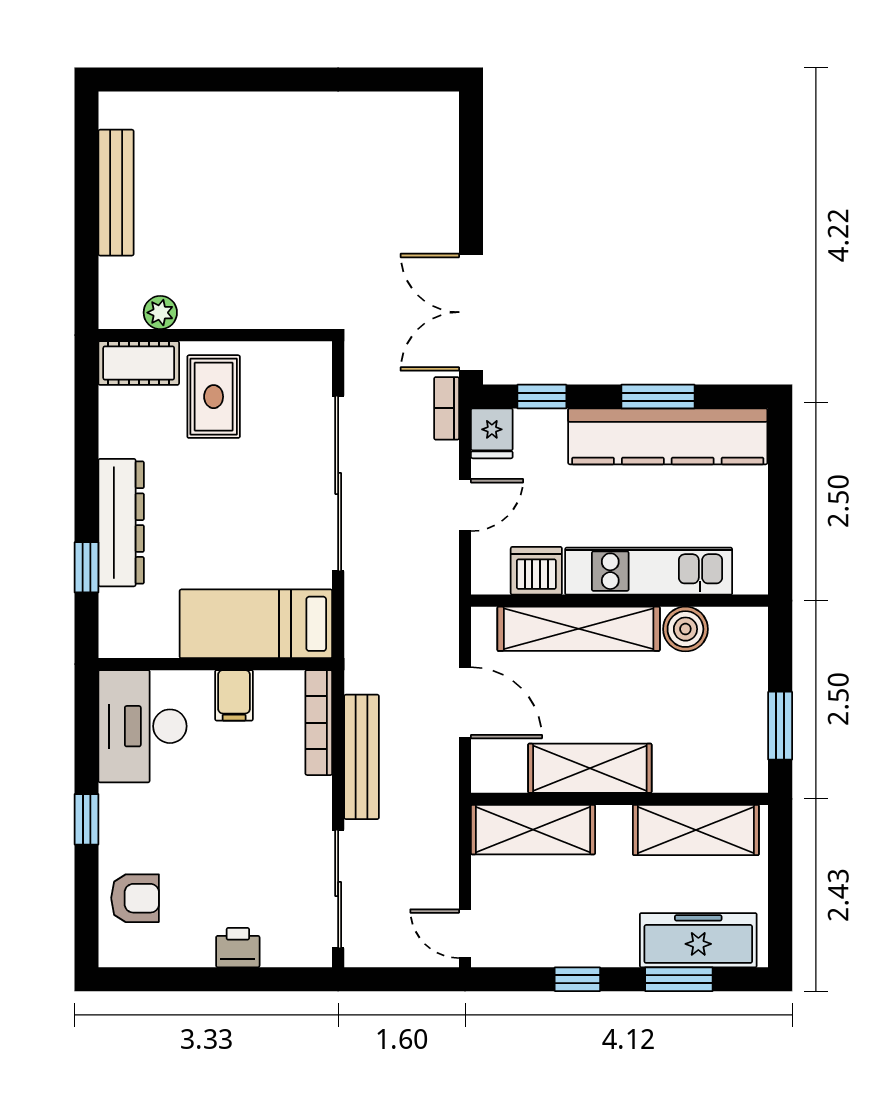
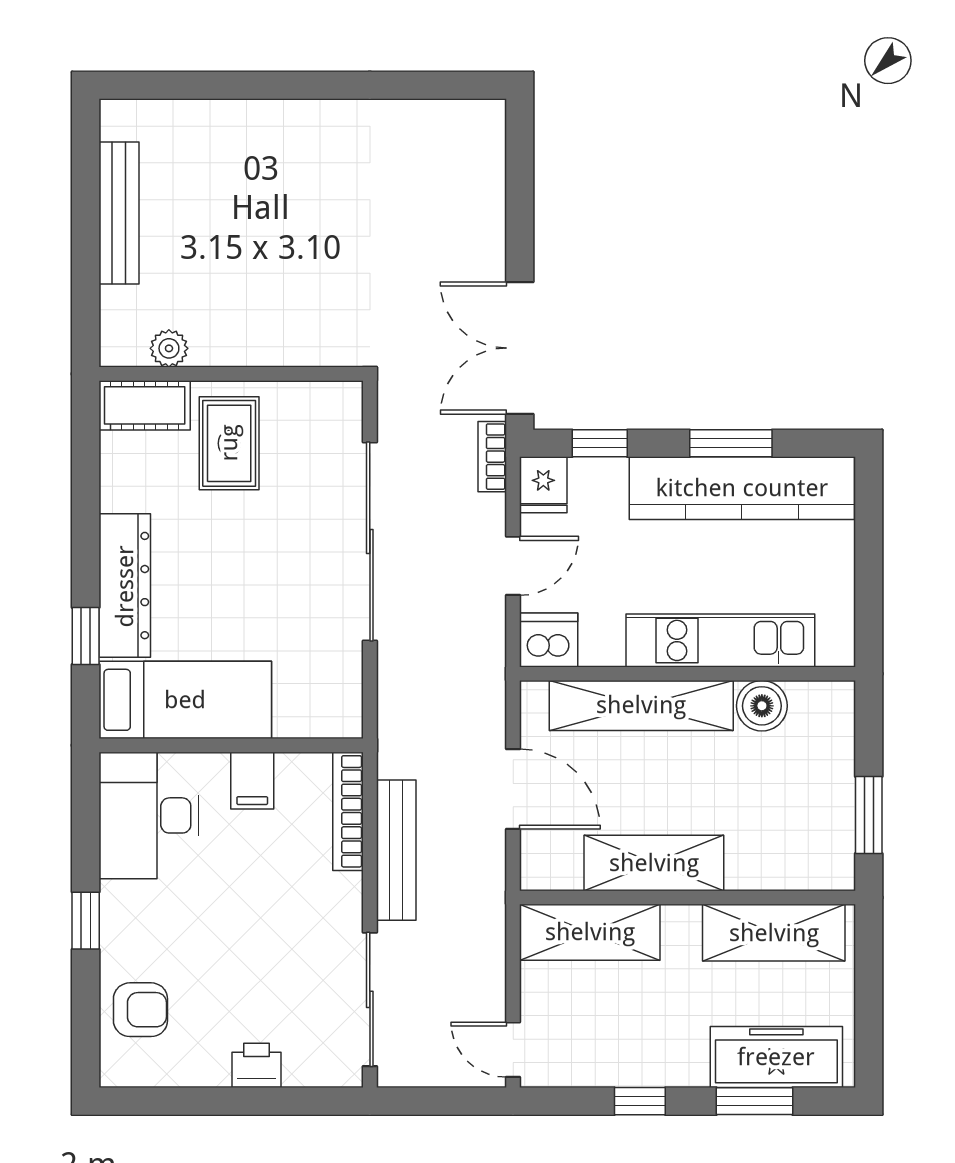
dishwasher: (536, 571) -> (549, 640), moved
bed: (256, 624) -> (185, 700), moved, turned 180

